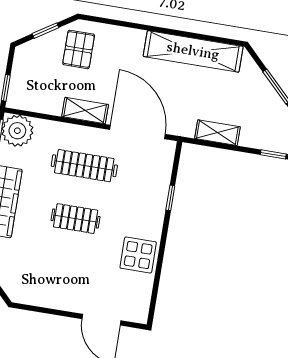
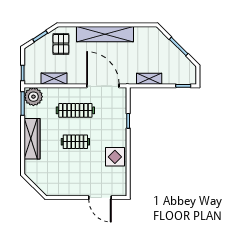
shelving: (193, 51) -> (105, 34), moved
shelving: (85, 111) -> (54, 79), moved

